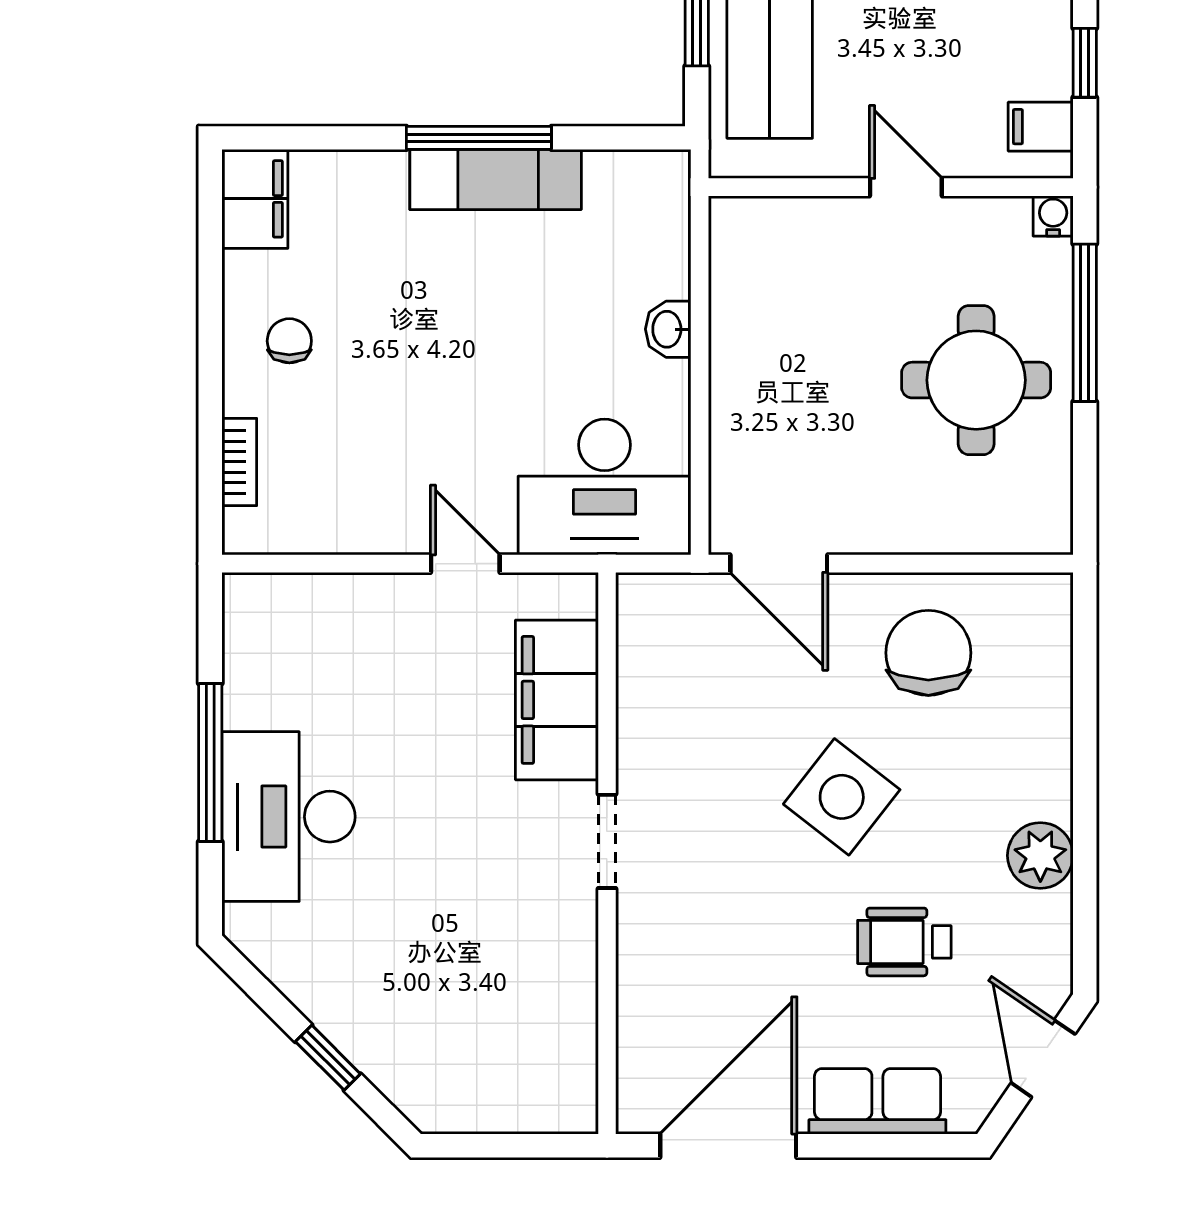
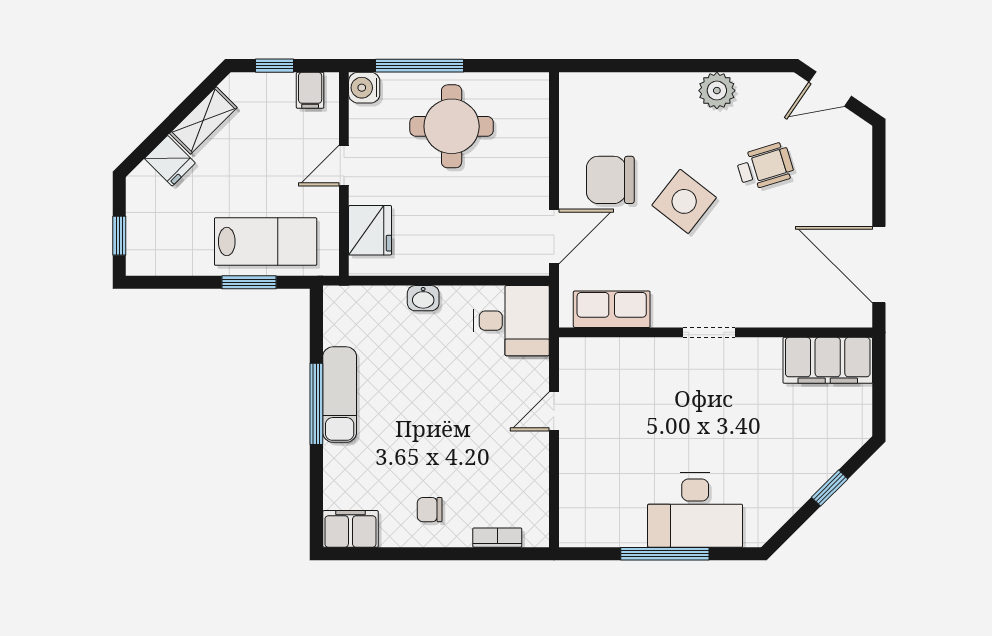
water cooler: (1053, 216) -> (364, 88), width x1.38, depth x1.38
fridge: (790, 234) -> (370, 230), added
desk: (604, 487) -> (511, 321), width x0.73
chair: (928, 653) -> (610, 180), moved
filing cabinet: (557, 700) -> (828, 360), moved
wheelchair: (904, 942) -> (765, 166), turned -107
row of seats: (877, 1101) -> (612, 309), moved, turned 90

